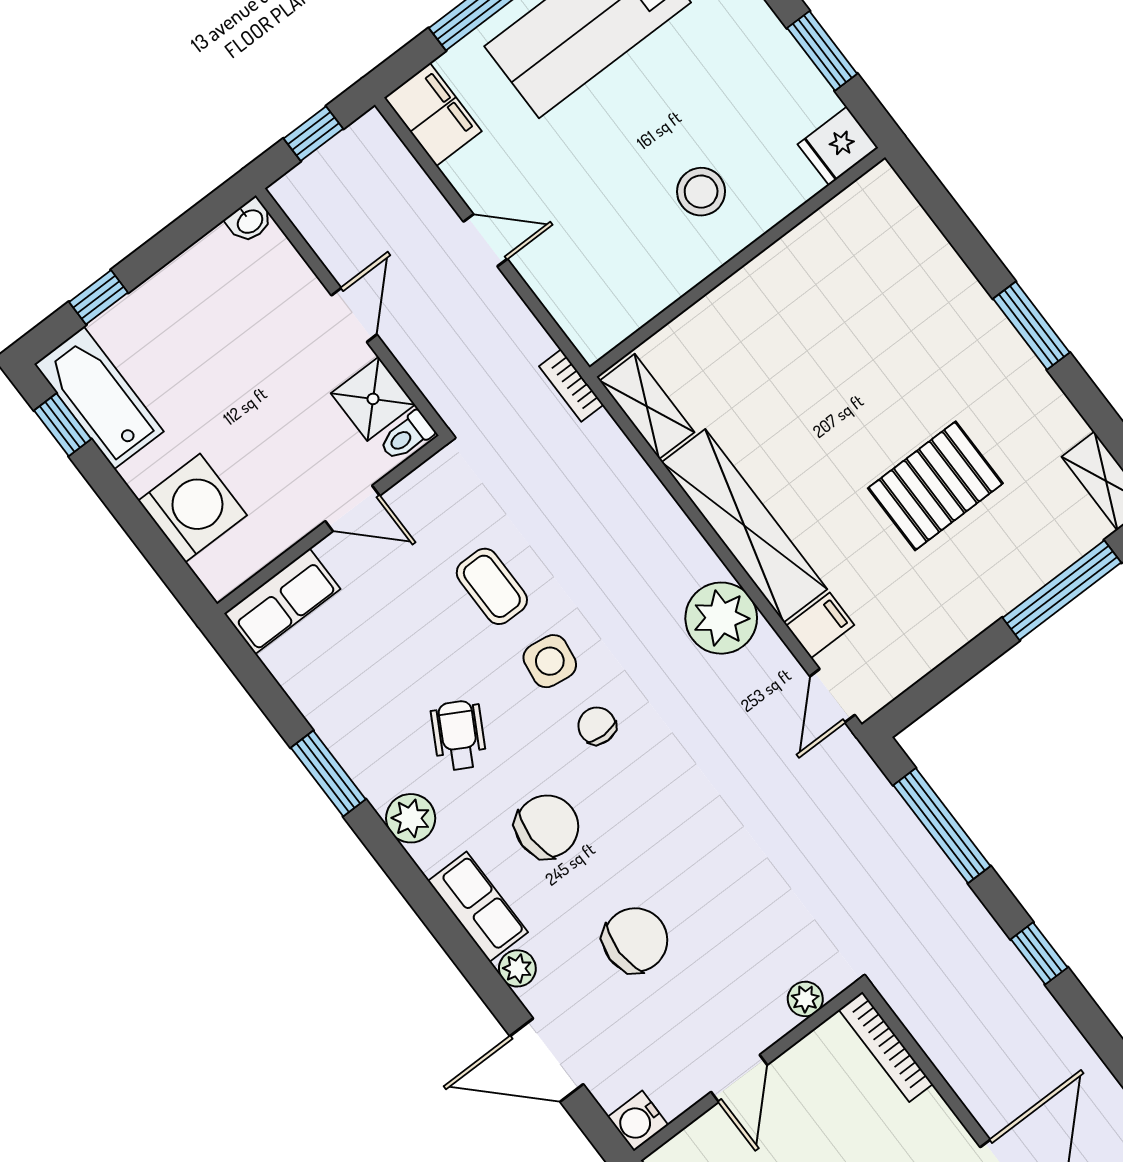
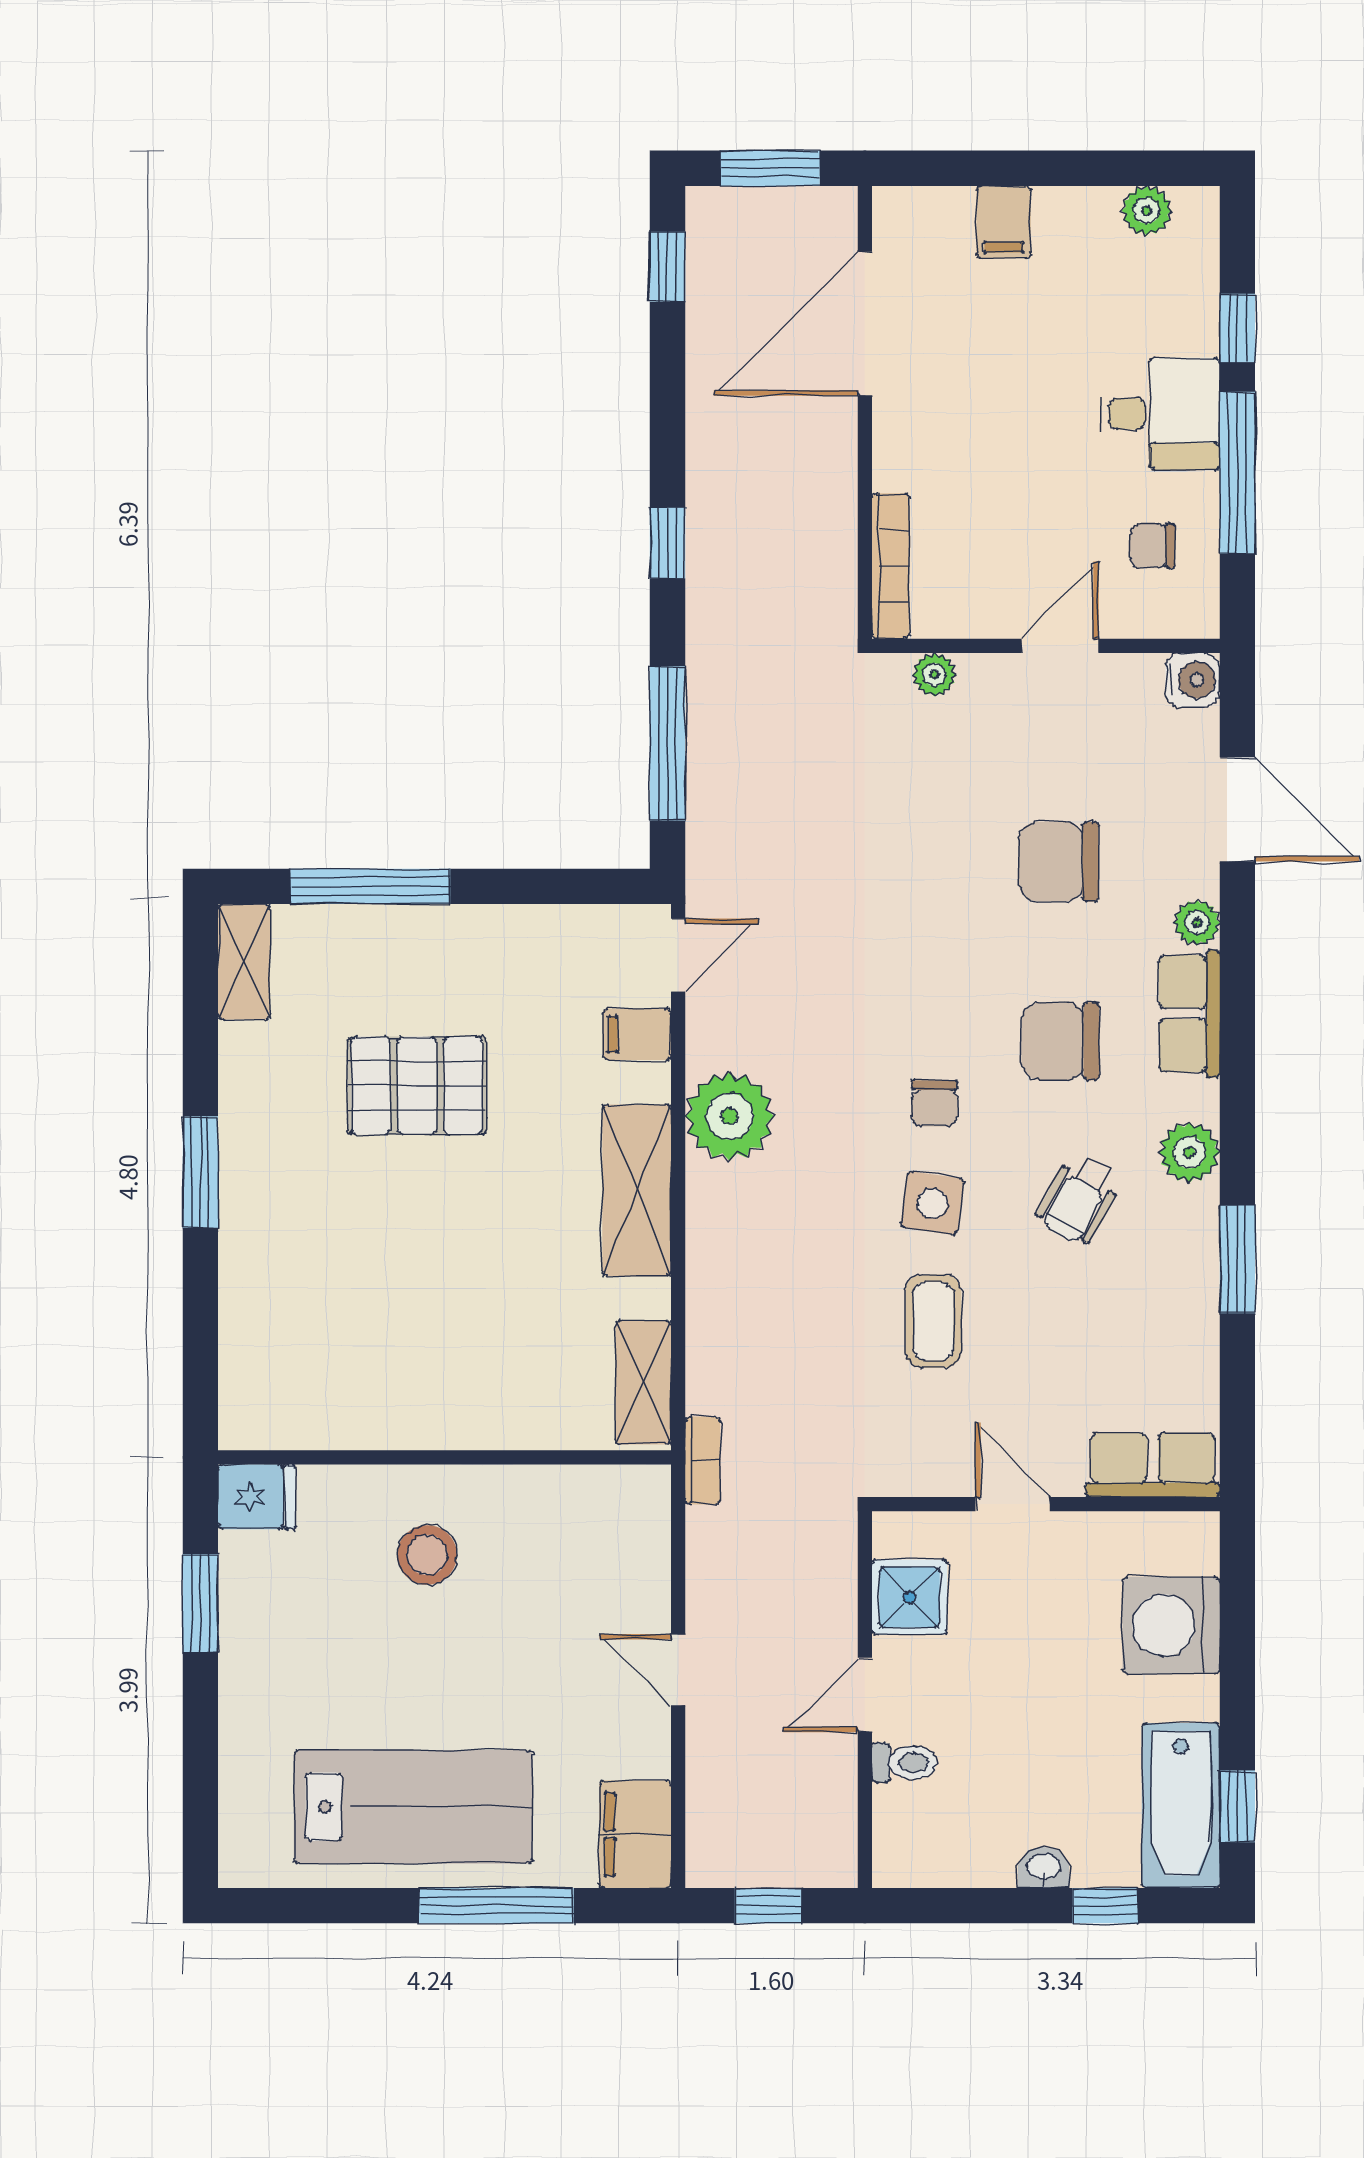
washbasin: (249, 221) -> (1043, 1868), moved
toilet: (407, 436) -> (904, 1762), moved
shelving: (744, 526) -> (637, 1190), width x0.68

